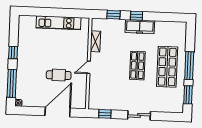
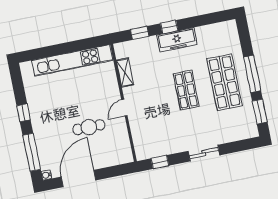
kitchen unit: (59, 23) -> (72, 60), width x1.36
door: (58, 112) -> (79, 179), moved

